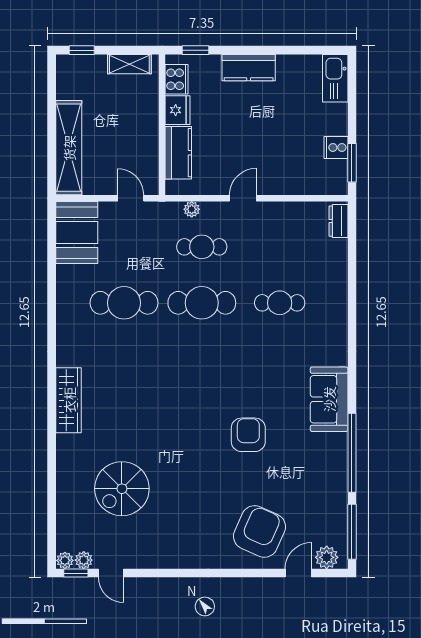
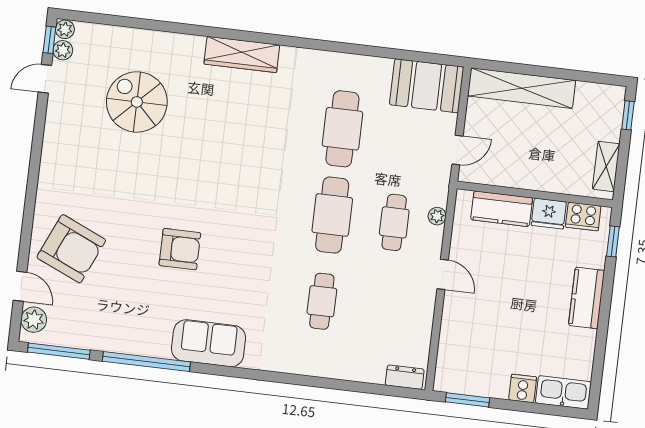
cooker: (336, 147) -> (523, 388), moved

